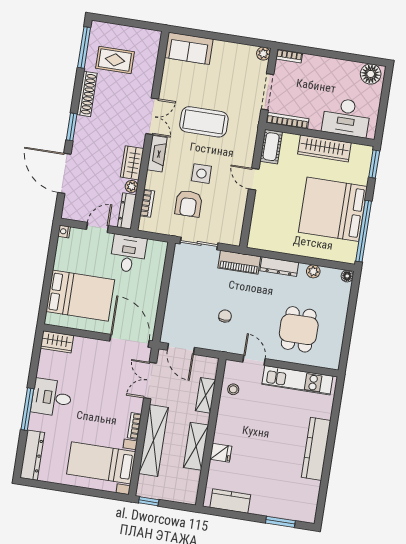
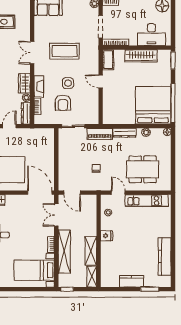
double door: (152, 116) -> (32, 53), swing flipped
fireplace: (157, 154) -> (39, 86), moved
bed: (333, 209) -> (153, 105), moved, turned 90
desk: (128, 254) -> (31, 139), removed
dining table: (299, 329) -> (143, 169), width x1.38
shelving: (206, 395) -> (92, 277), moved
kitchen counter: (316, 449) -> (165, 257), moved
fridge: (221, 453) -> (107, 236), moved
kitchen counter: (230, 501) -> (131, 281), moved

